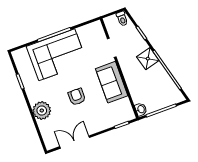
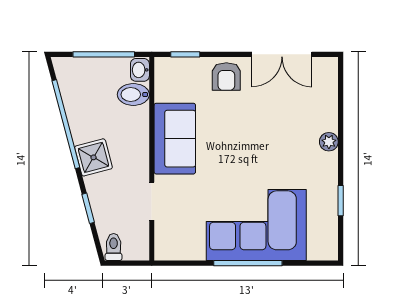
bidet: (140, 96) -> (133, 95), added
armchair: (77, 97) -> (226, 76), moved
plant: (42, 111) -> (329, 142), width x0.53, depth x0.53

